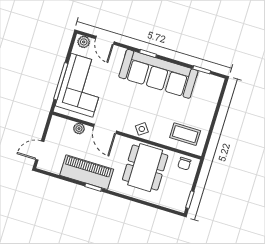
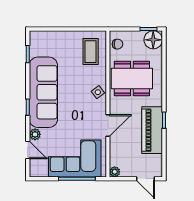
door: (105, 40) -> (28, 150), hinge flipped
plant: (84, 42) -> (35, 134), moved
plant: (79, 129) -> (115, 172), moved
floor lamp: (178, 201) -> (153, 40), added

